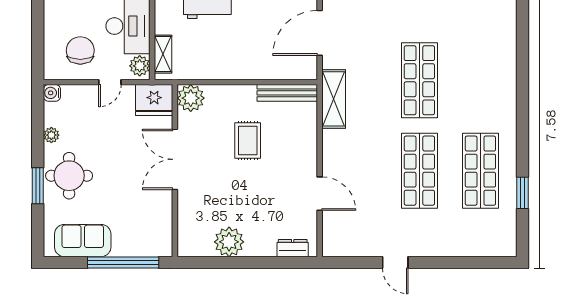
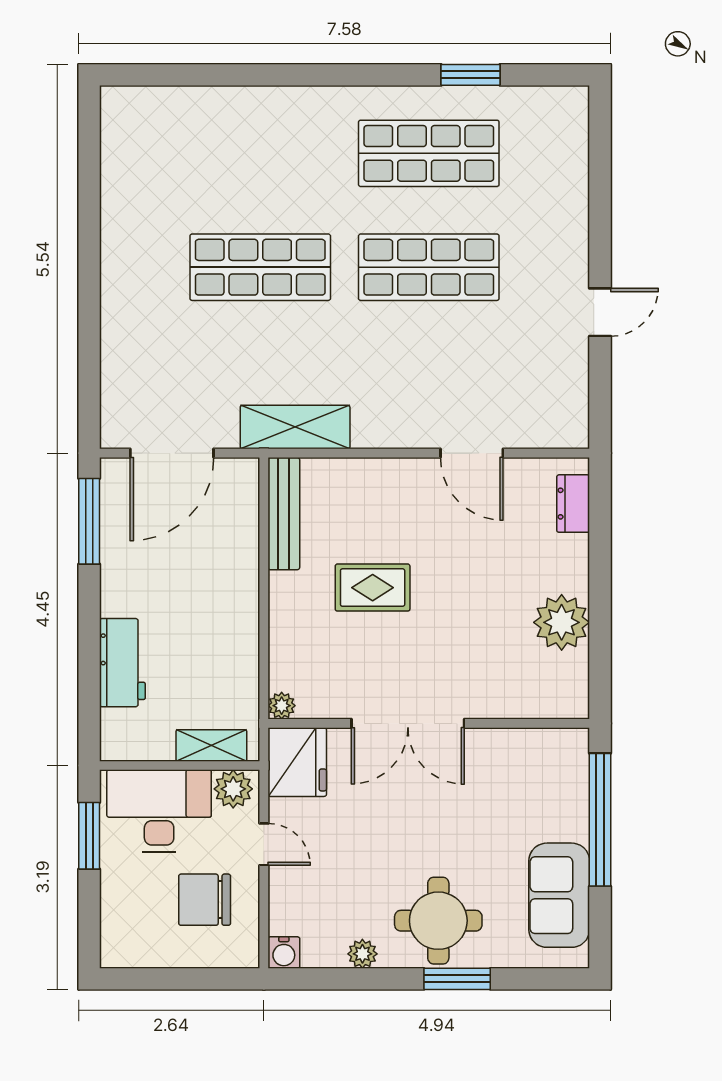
door: (320, 33) -> (172, 453), hinge flipped
plant: (191, 98) -> (282, 706), width x0.53, depth x0.53
door: (320, 194) -> (472, 453), swing flipped

